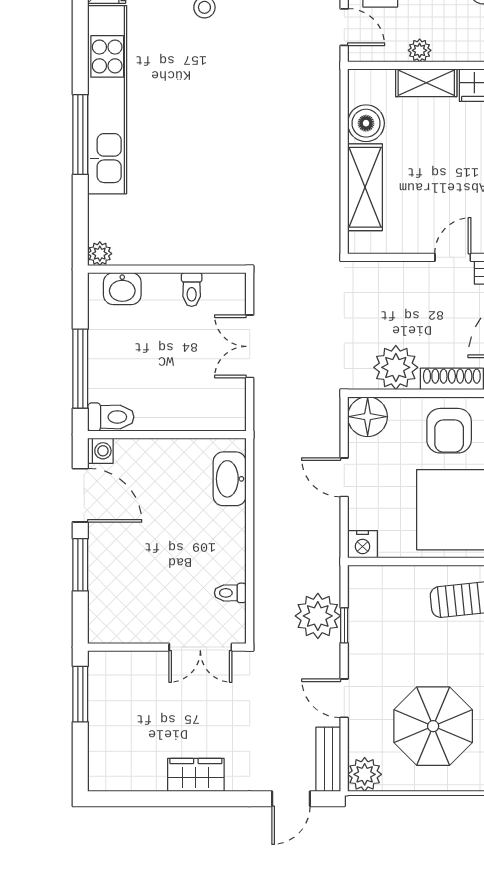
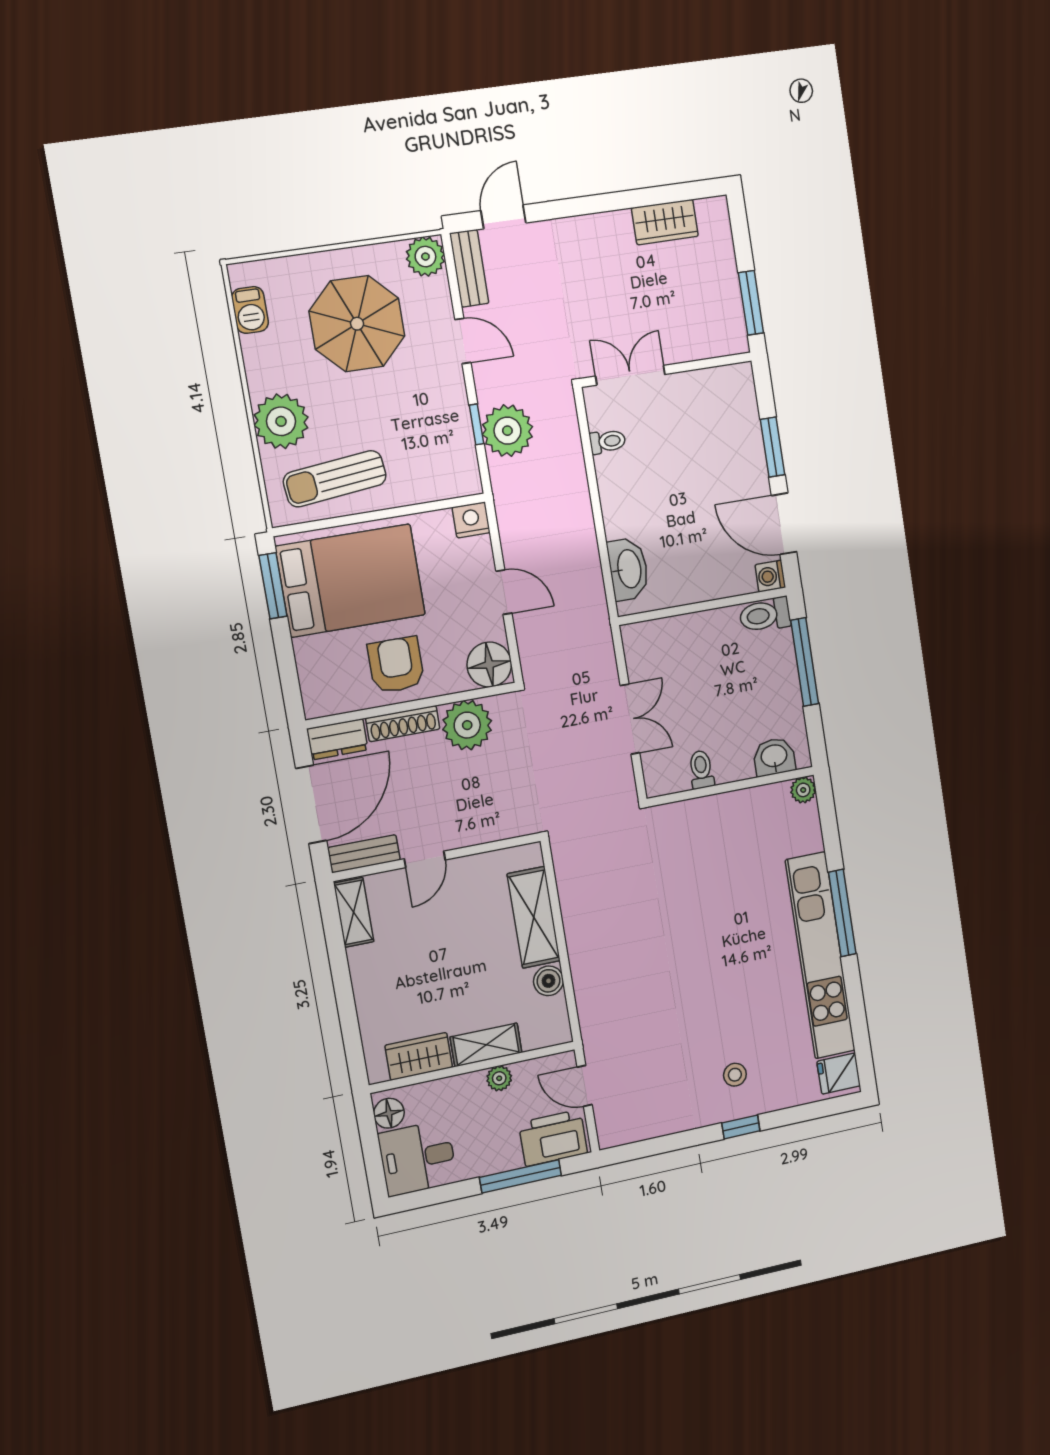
boiler: (366, 123) -> (548, 981), width x0.73, depth x0.73
wardrobe: (196, 775) -> (665, 222), moved

